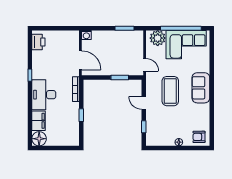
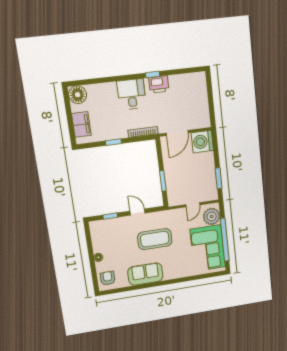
washing machine: (86, 35) -> (202, 142), width x1.89, depth x1.89
printer: (38, 42) -> (159, 84), moved
door: (145, 65) -> (193, 205), moved
sofa: (201, 88) -> (145, 274), moved
desk: (44, 95) -> (132, 94), width x0.73
door: (144, 103) -> (138, 212), hinge flipped
filing cabinet: (39, 121) -> (81, 124), moved, turned -90

